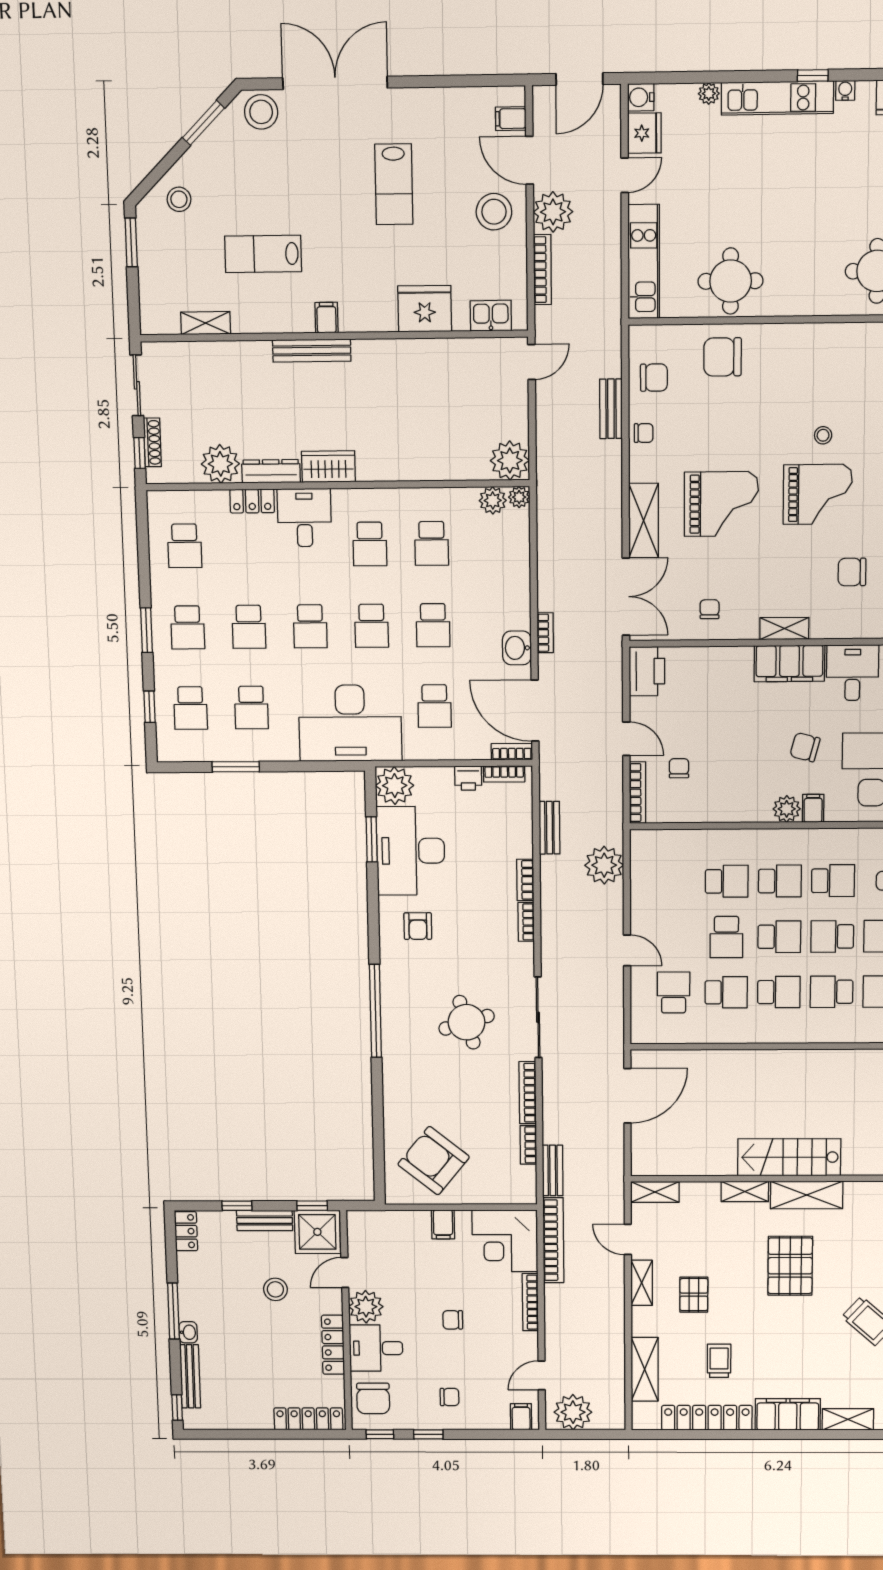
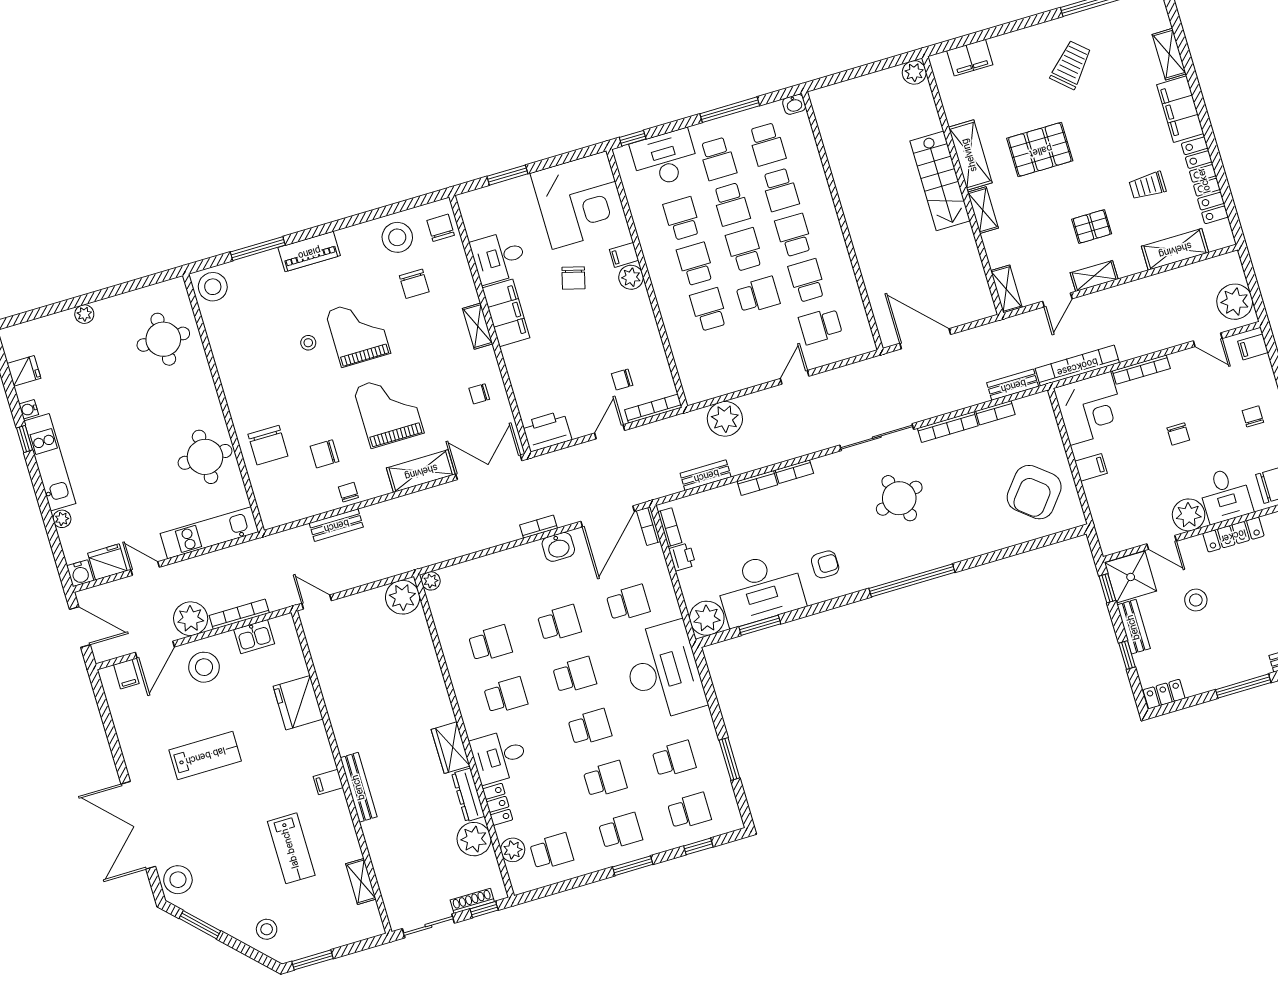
kitchen sink: (491, 316) -> (254, 637), moved, turned -90
chair: (654, 378) -> (324, 454), moved, turned -90
plant: (493, 500) -> (513, 850), moved
washbasin: (188, 1332) -> (1260, 668), removed

